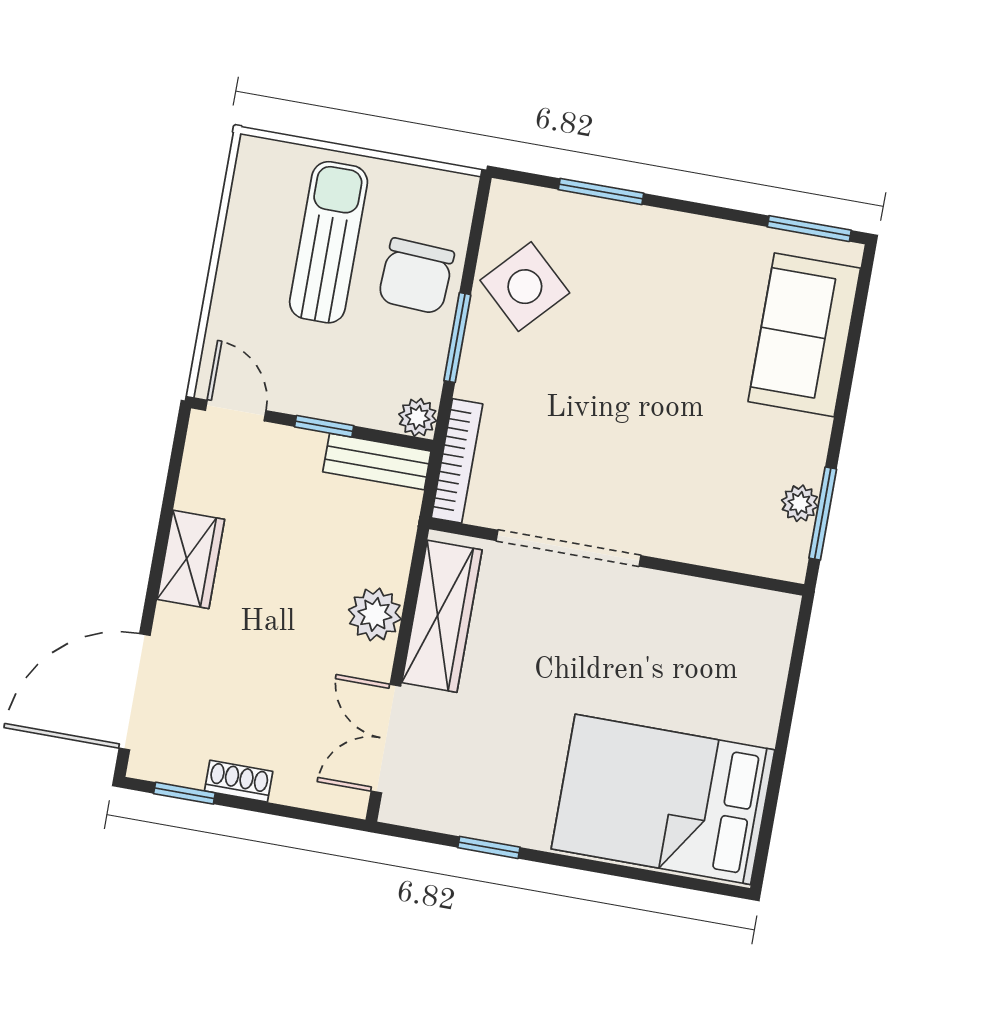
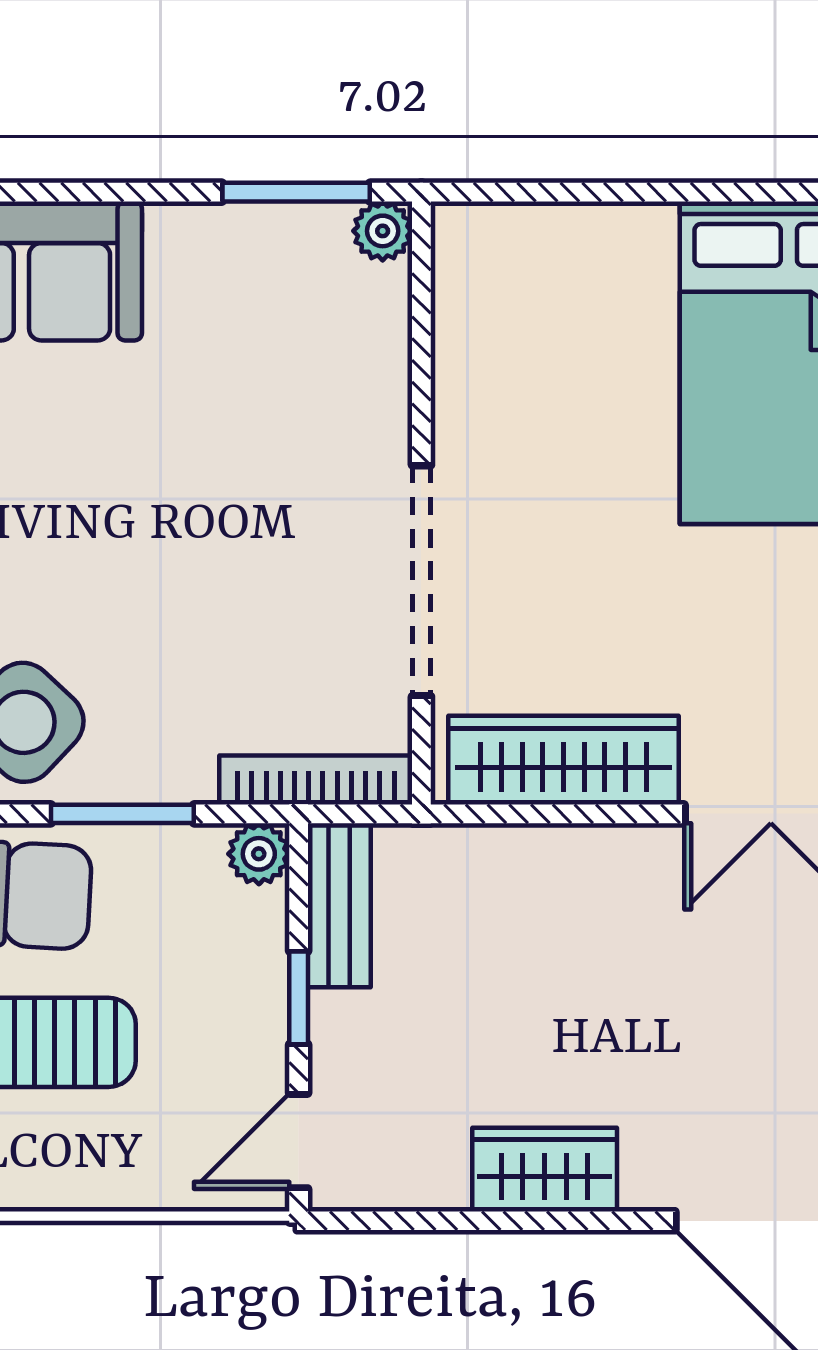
plant: (800, 503) -> (383, 231), moved
plant: (375, 614) -> (579, 866), removed

